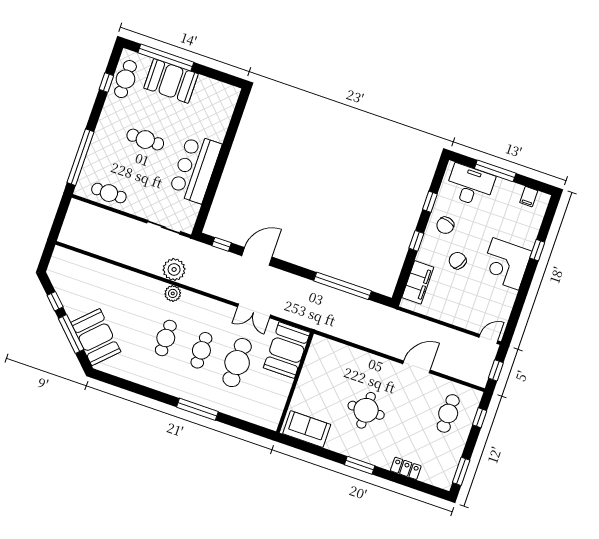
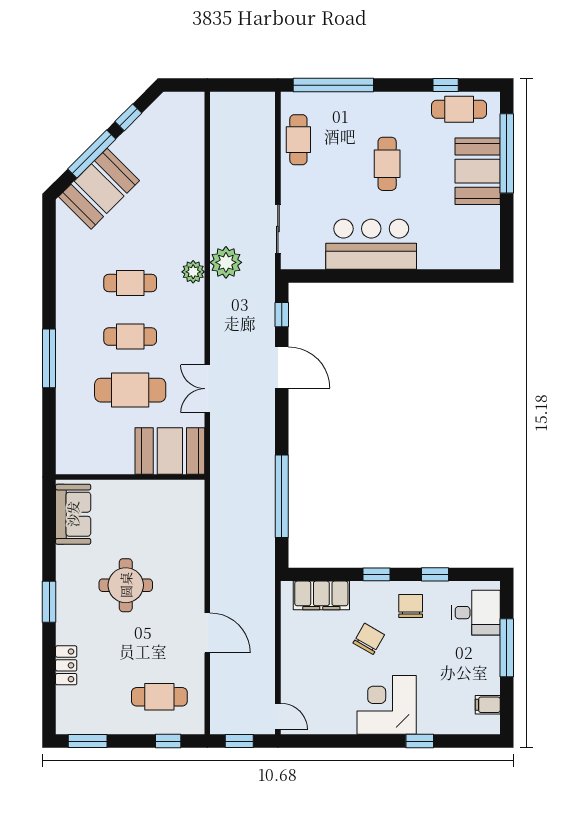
desk: (470, 185) -> (476, 613), width x0.73
chair: (445, 225) -> (411, 606), turned 75

